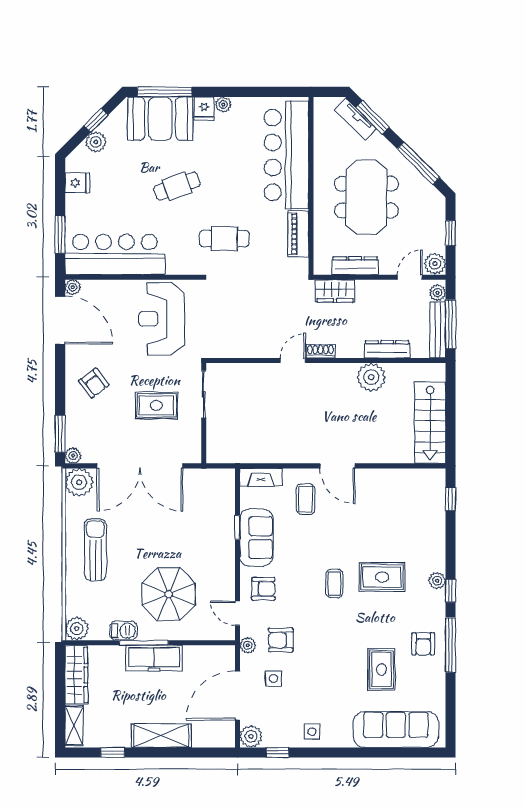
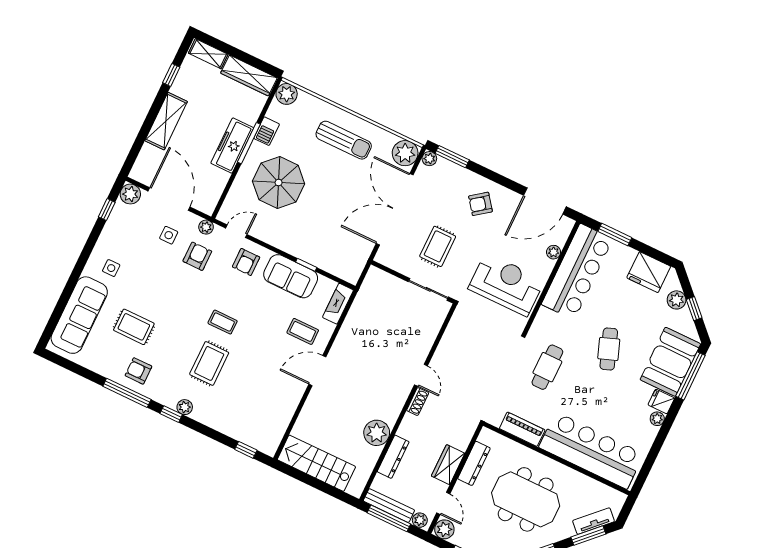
fridge: (77, 183) -> (649, 272), width x1.88, depth x1.34
plant: (73, 287) -> (554, 252), moved
wardrobe: (335, 291) -> (448, 465), moved
side table: (312, 732) -> (111, 268), moved

